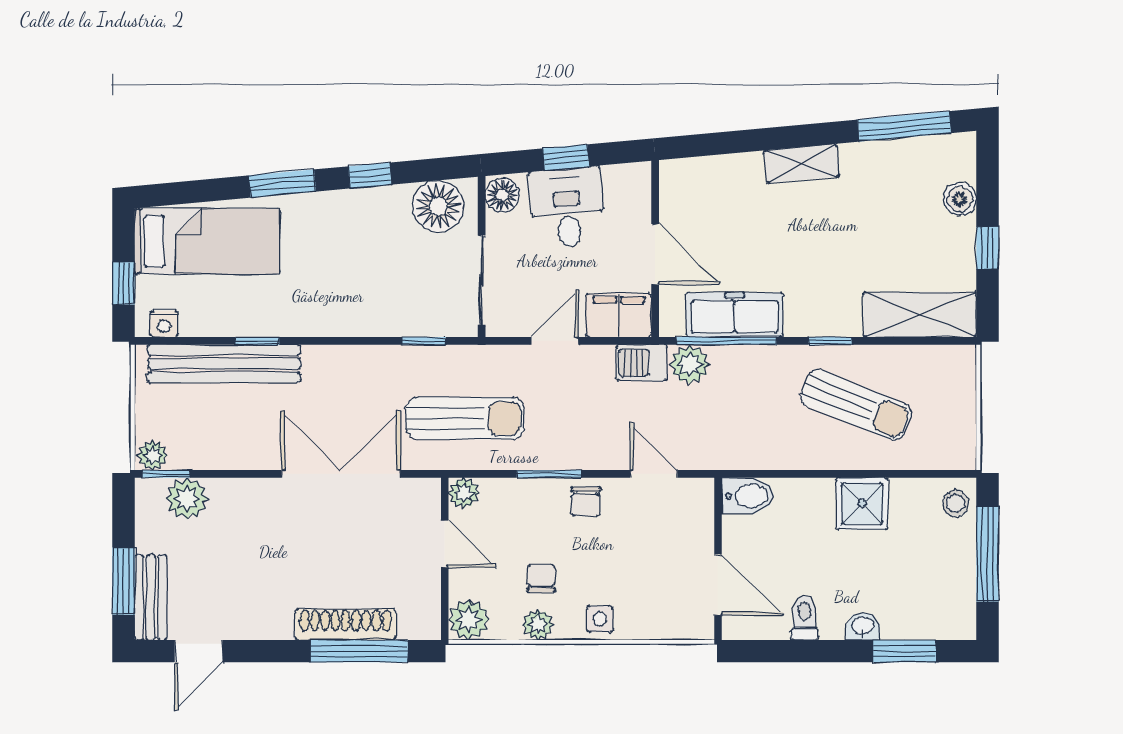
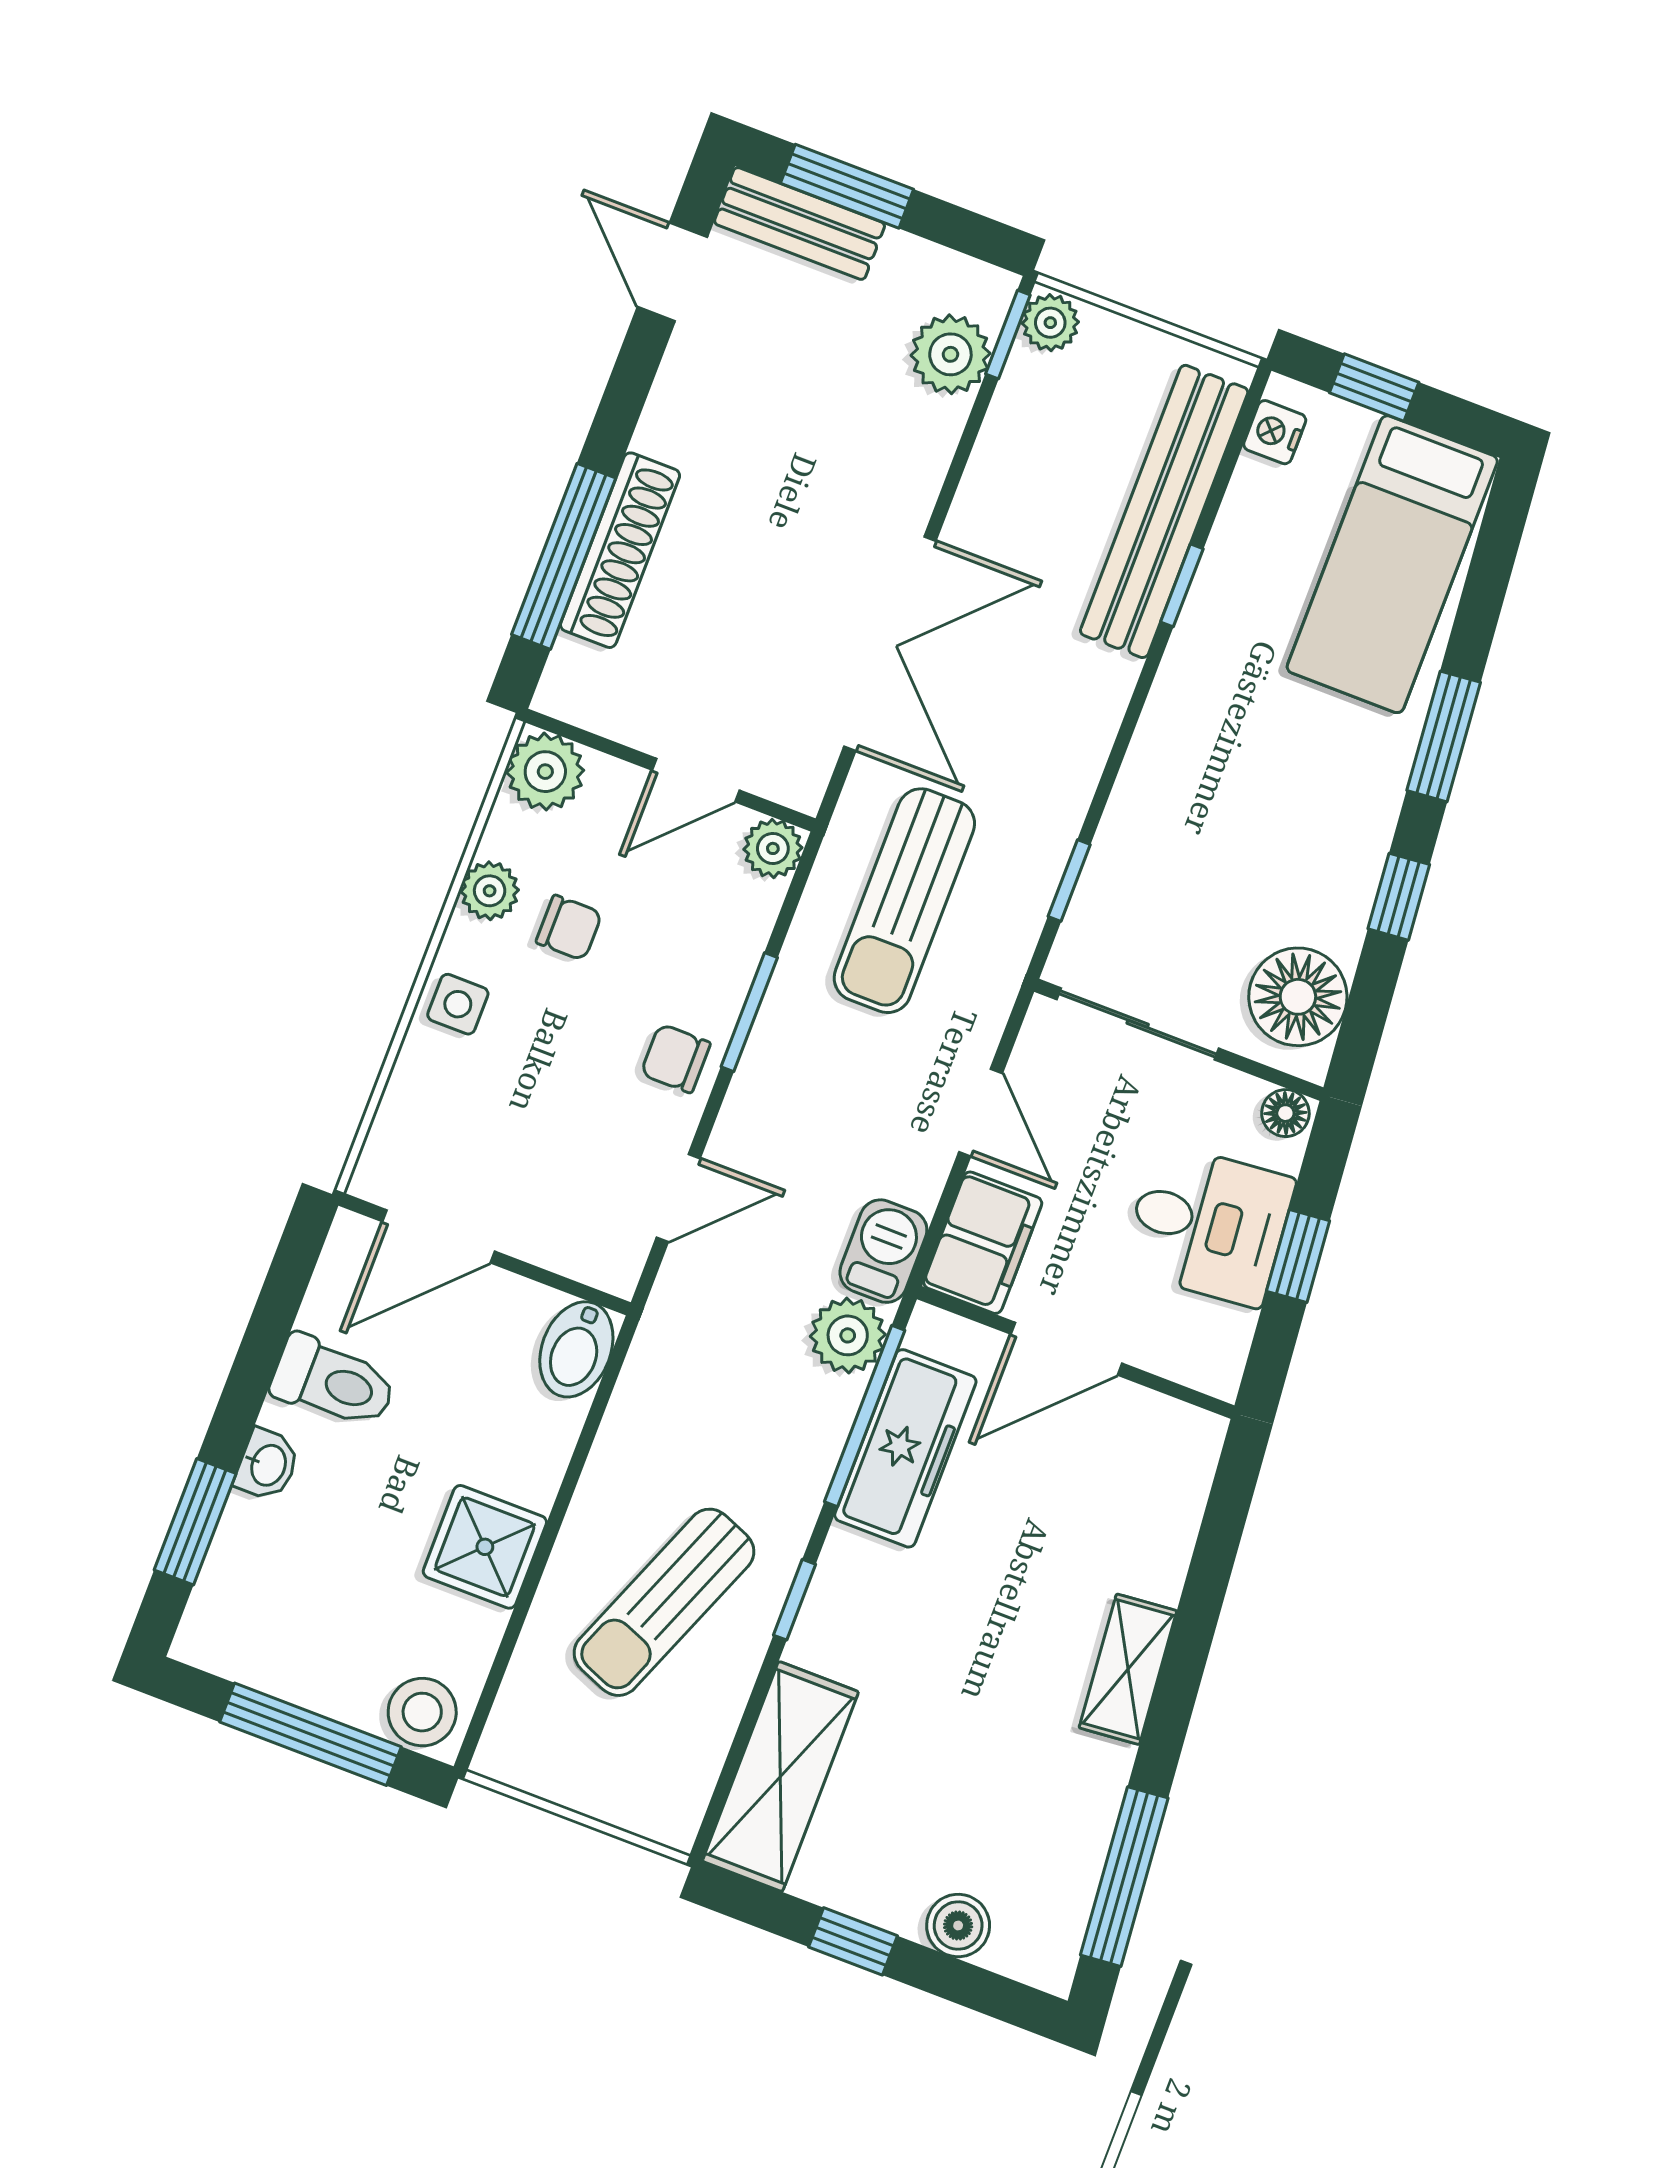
floor lamp: (502, 195) -> (1285, 1113), width x0.73, depth x0.73
stool: (956, 503) -> (422, 1712), width x1.37, depth x1.37
toilet: (805, 618) -> (333, 1382), width x1.37, depth x1.39

